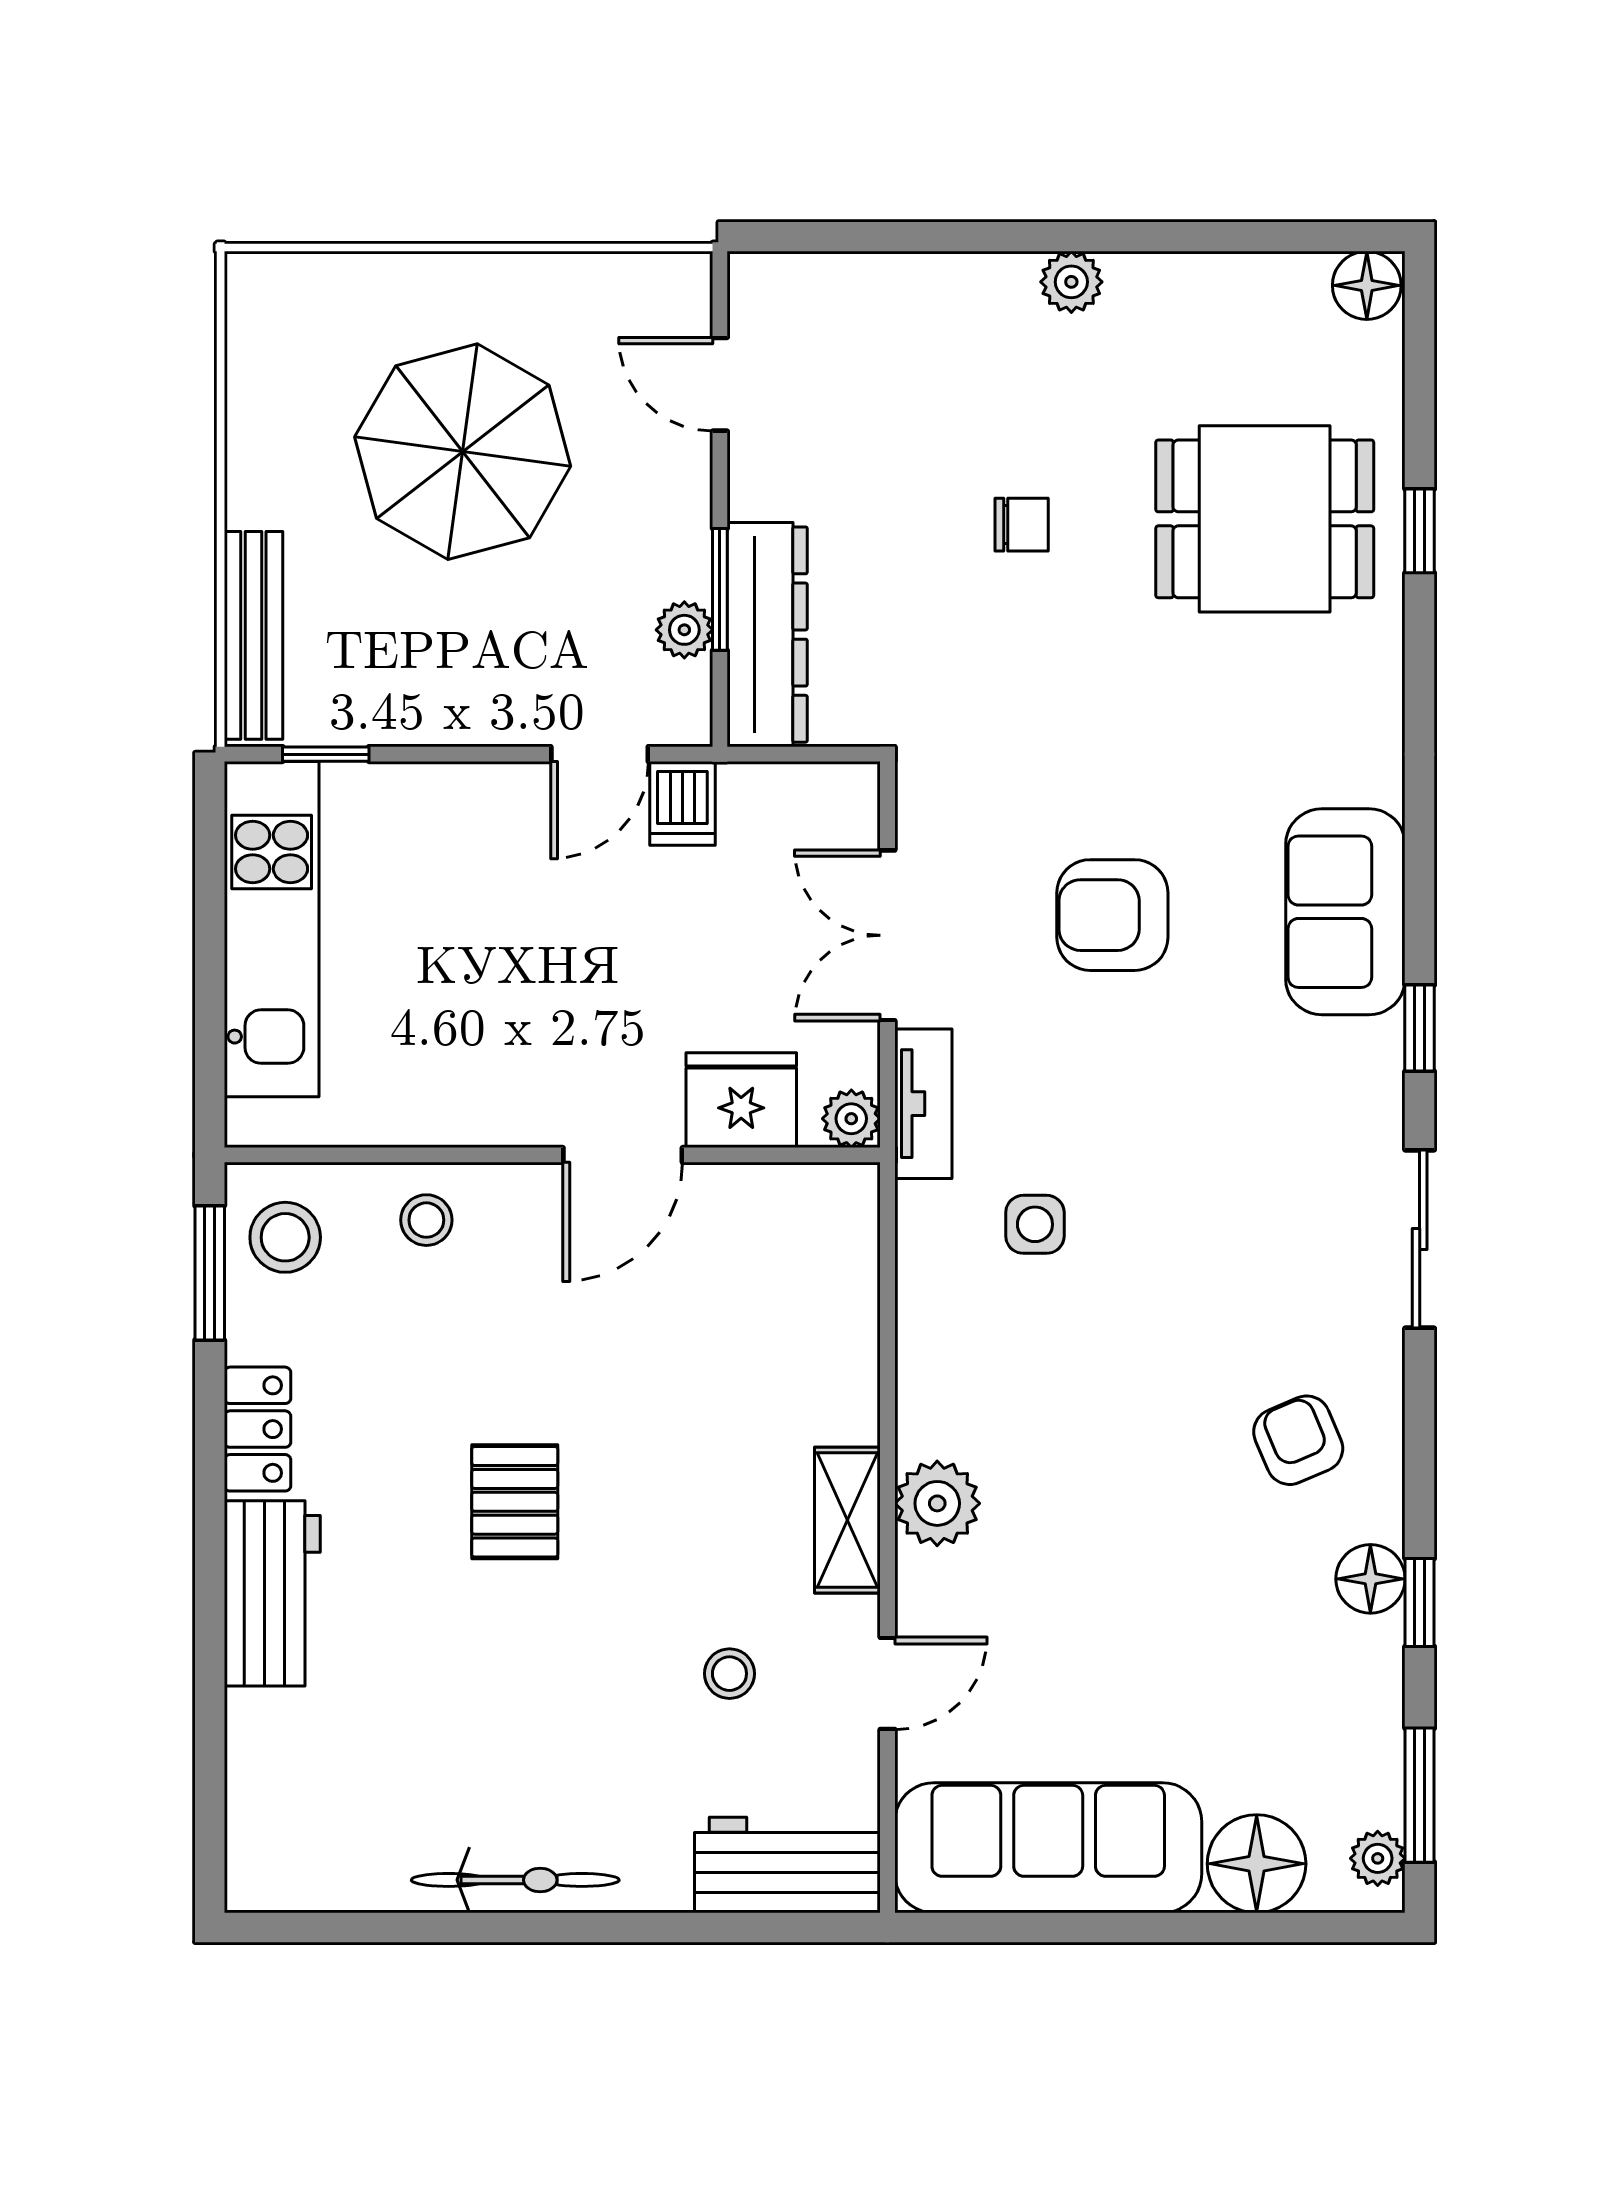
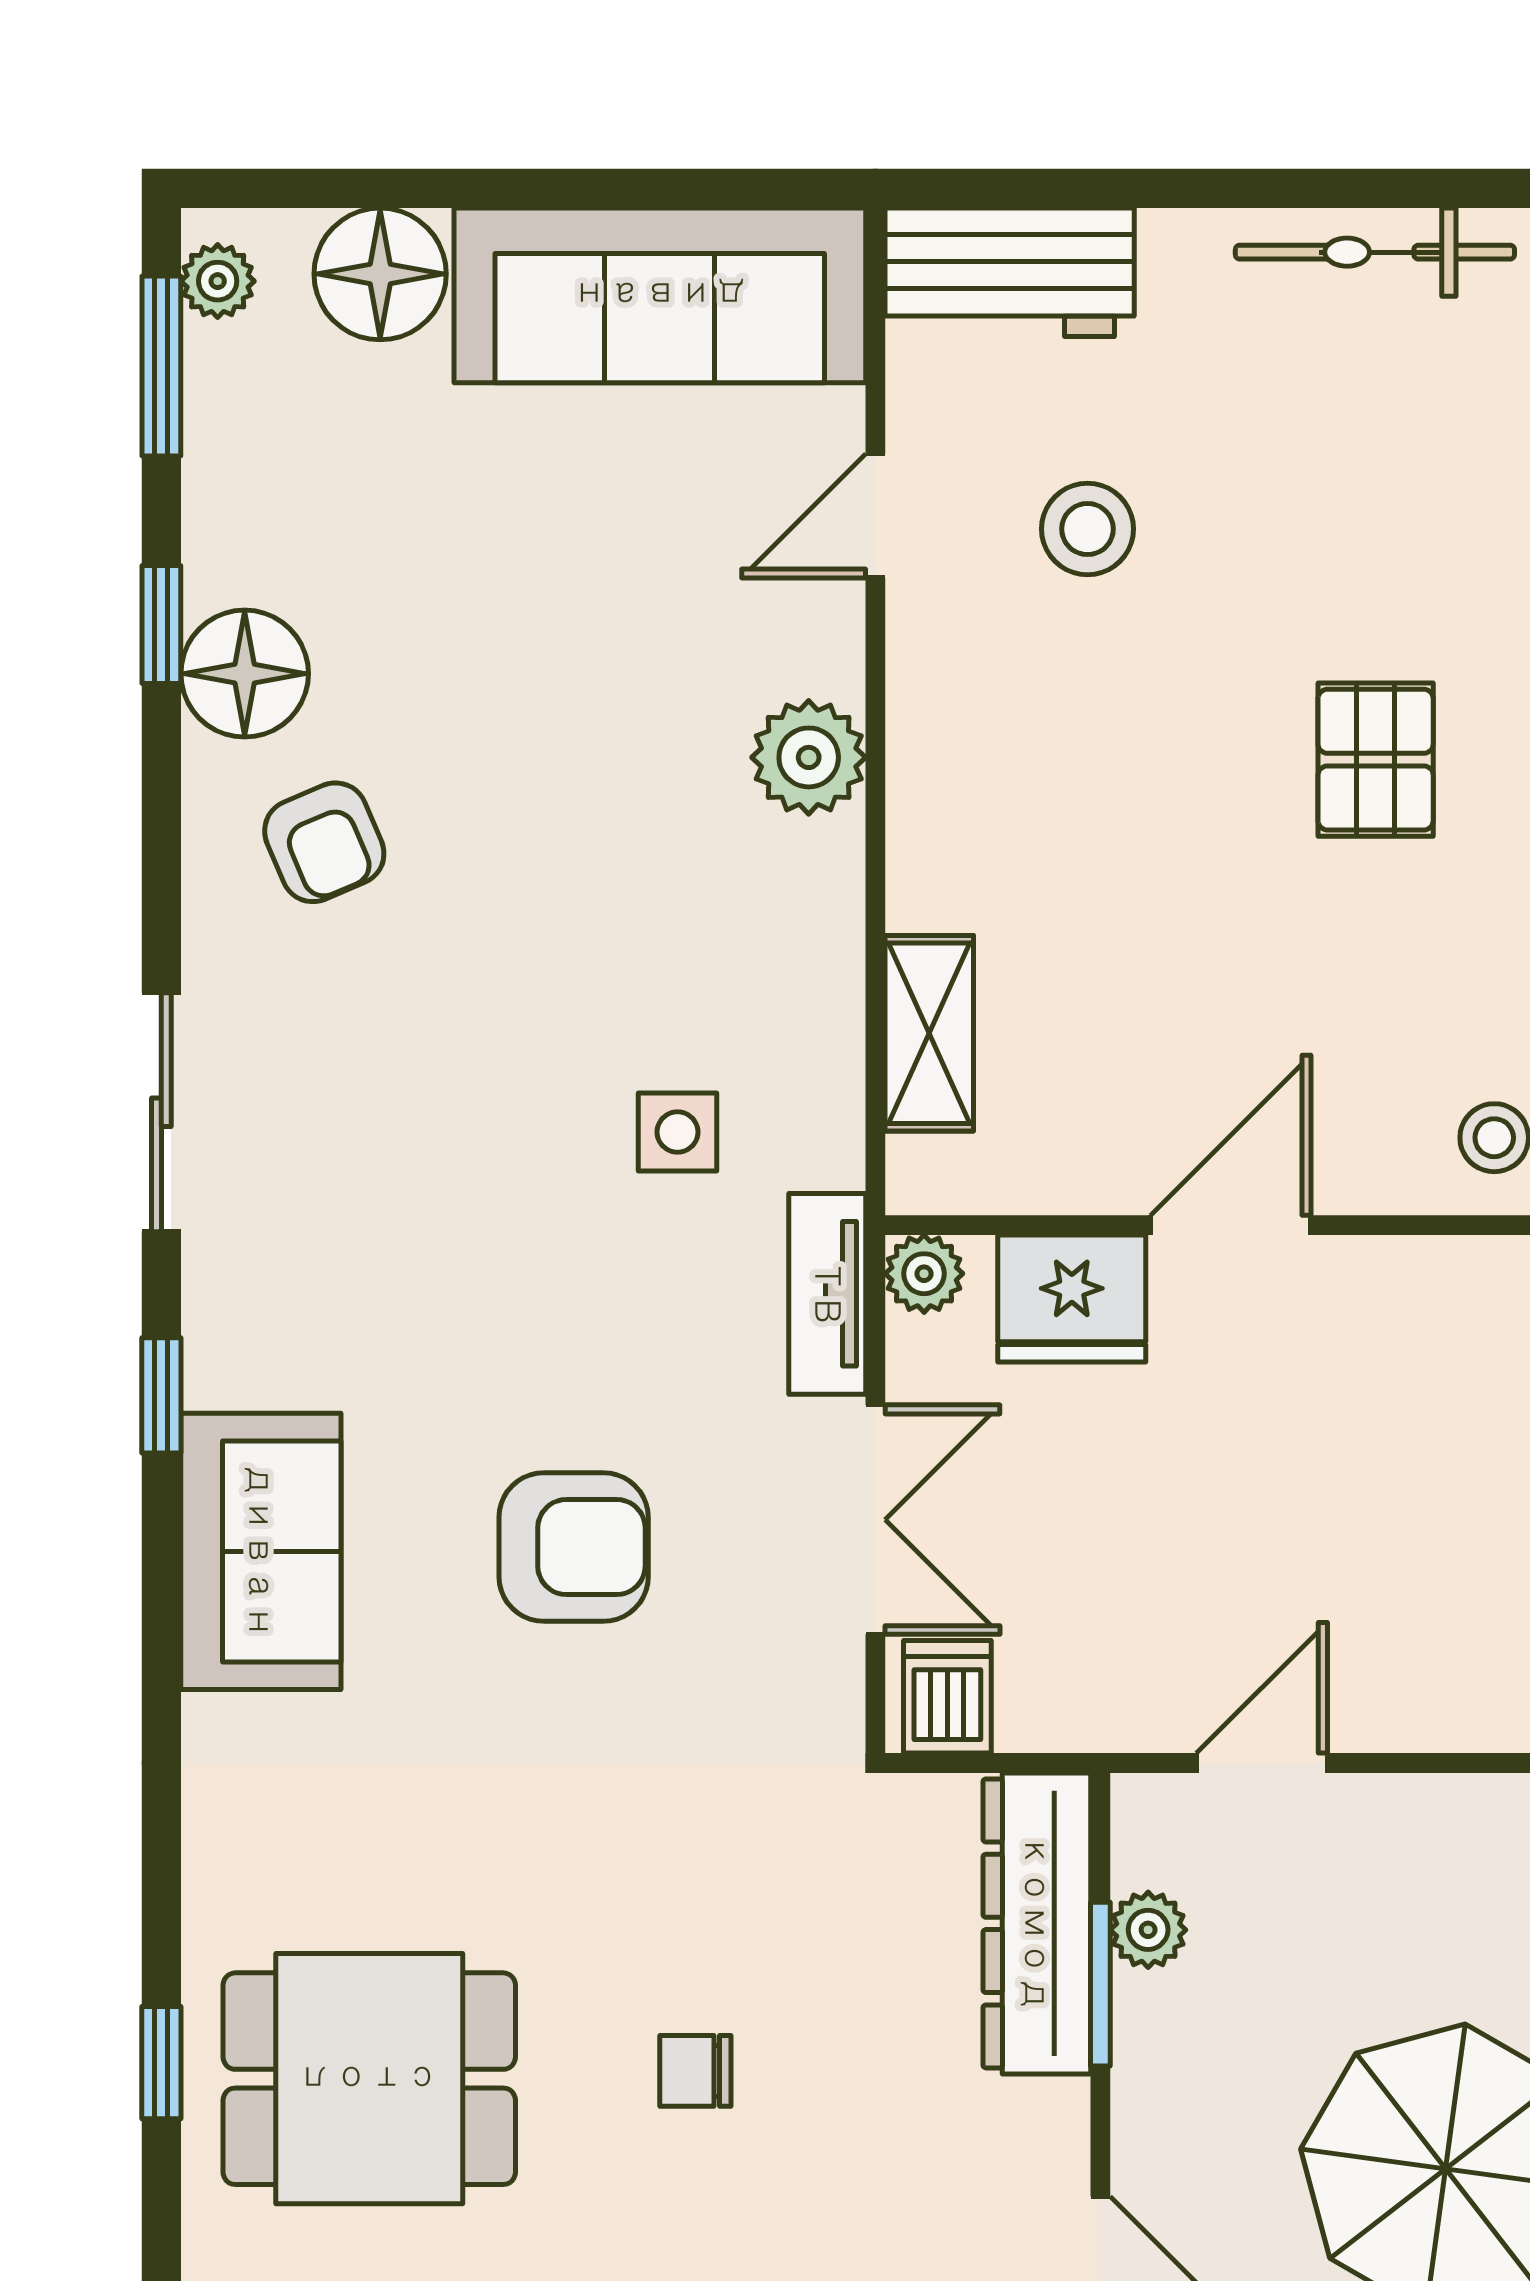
dishwasher: (682, 803) -> (947, 1697), moved
shelving: (847, 1520) -> (929, 1033), moved
floor lamp: (1370, 1579) -> (245, 674), width x1.38, depth x1.38
stool: (729, 1674) -> (1087, 529), width x1.37, depth x1.37

